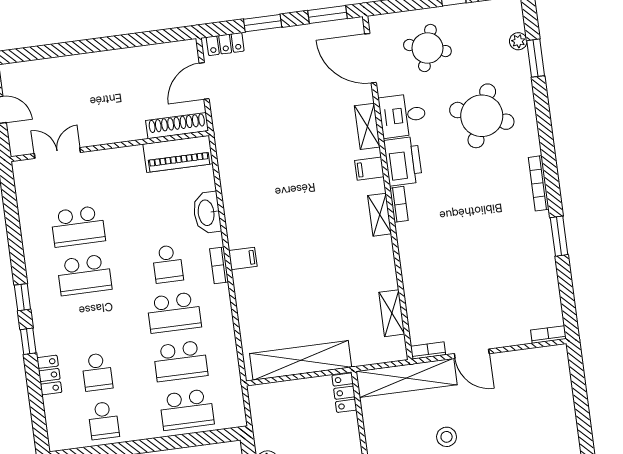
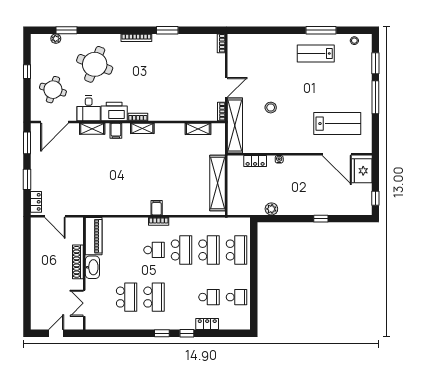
shoe rack: (177, 126) -> (78, 262), moved
washbasin: (207, 213) -> (92, 267), moved, turned -90
locker: (344, 393) -> (255, 161), moved

